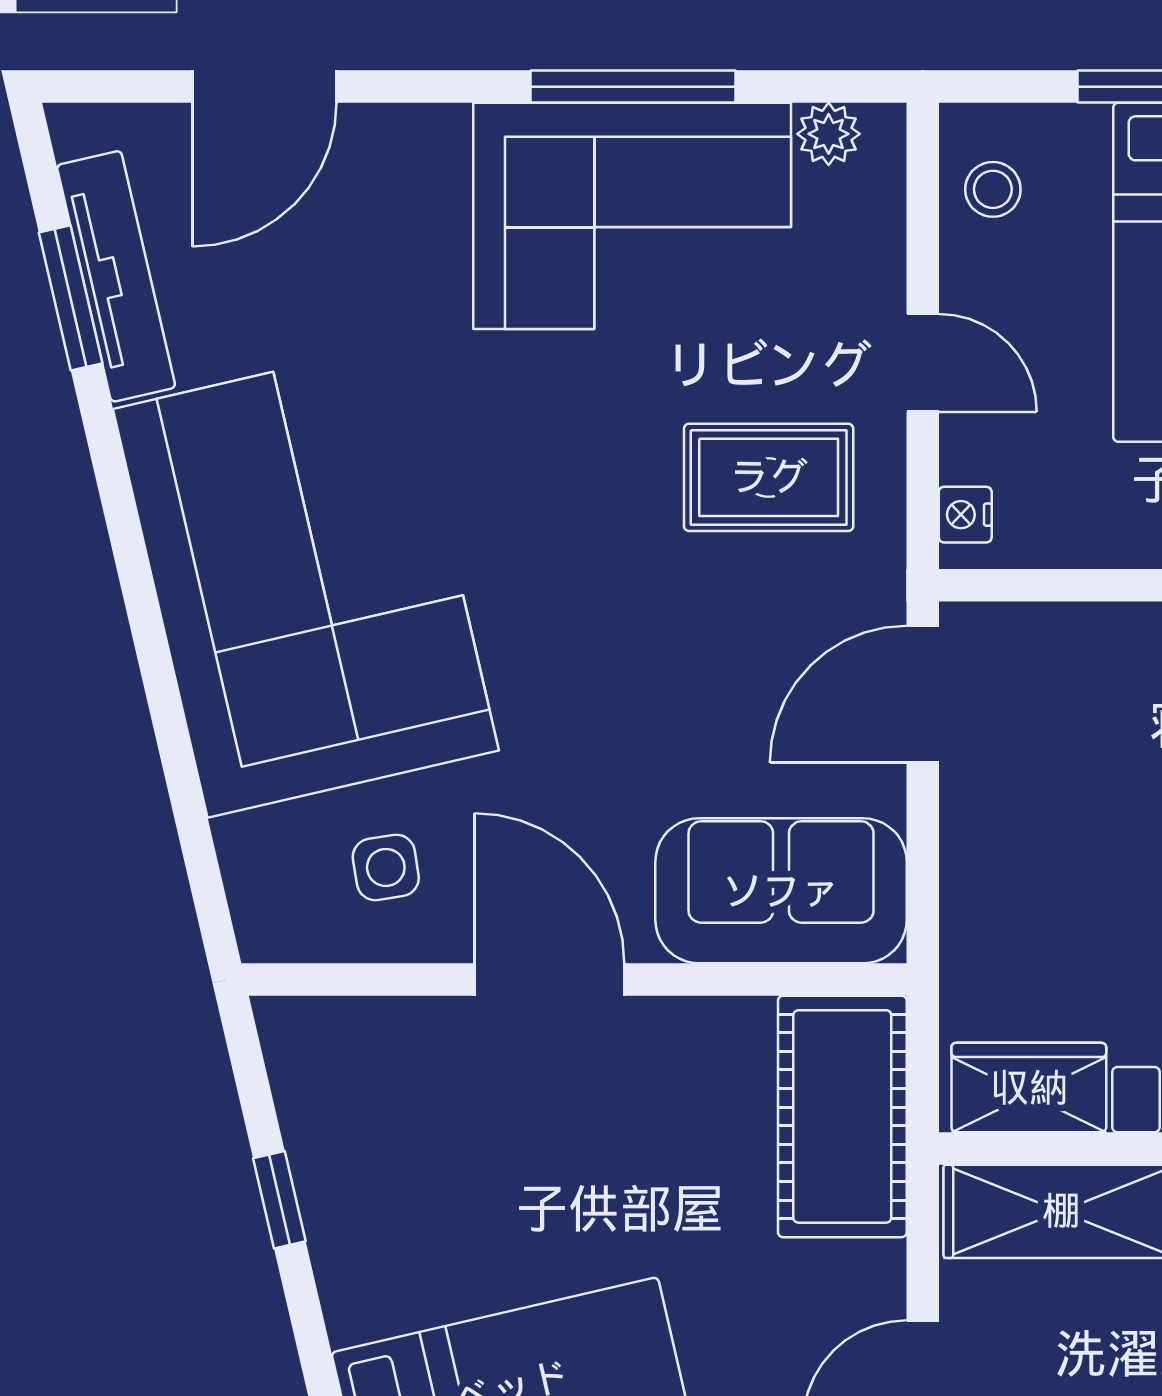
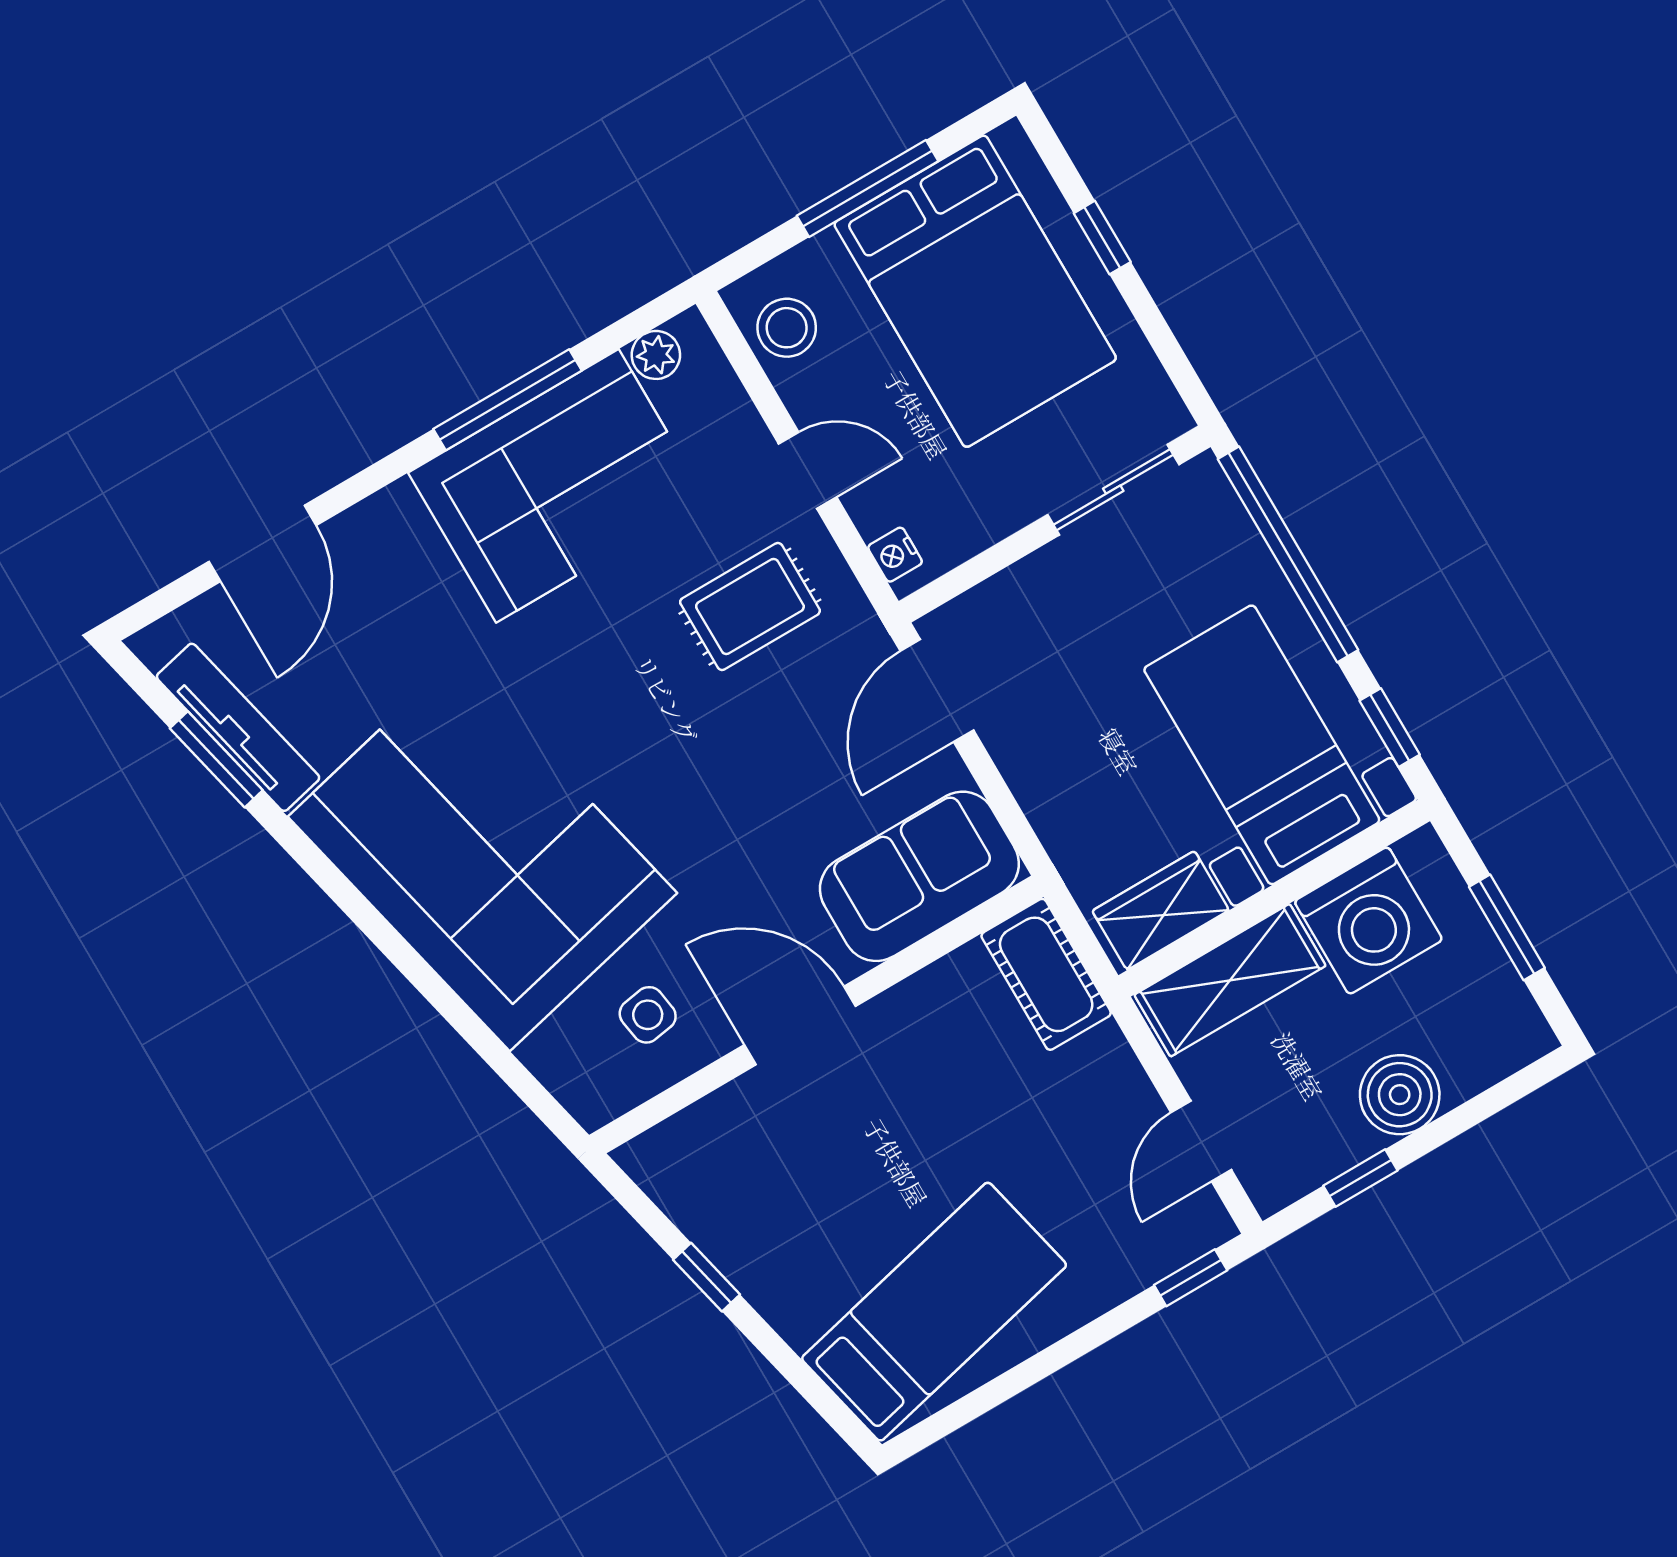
stool: (993, 189) -> (787, 328), width x1.37, depth x1.37
cot: (842, 1116) -> (1046, 974), width x0.73, depth x0.75

